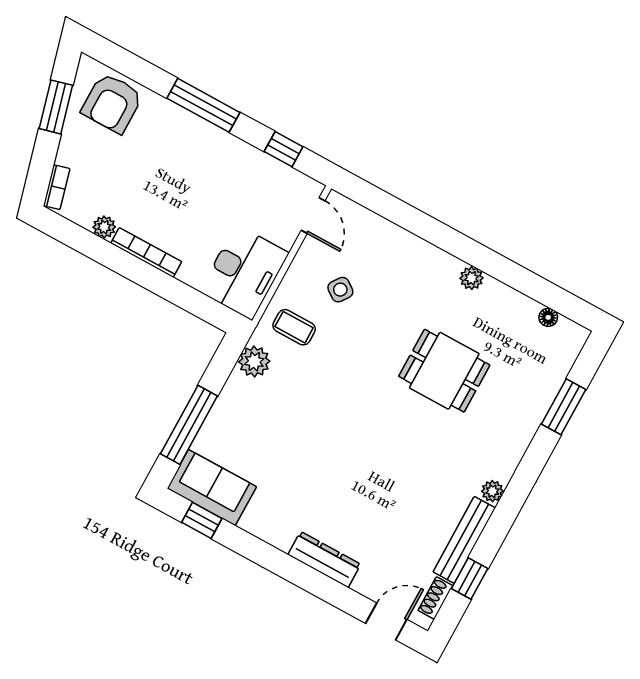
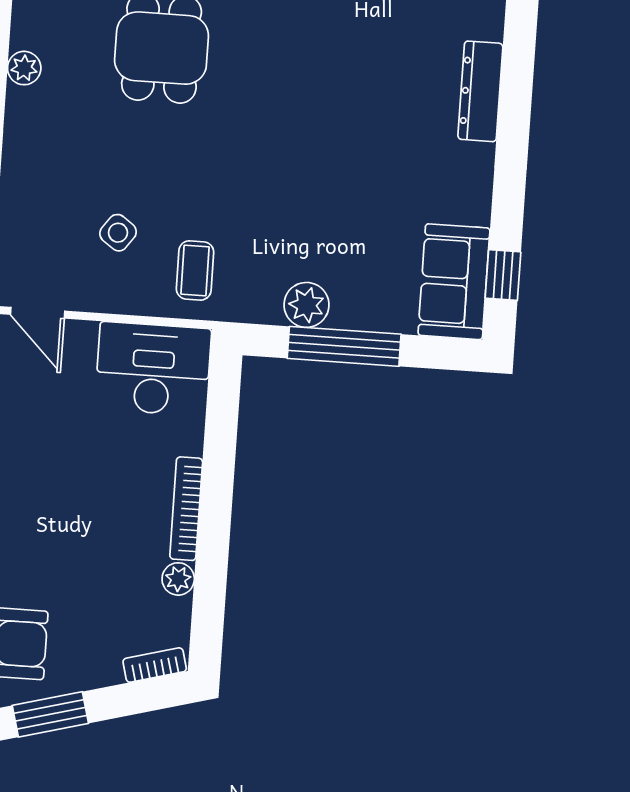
door: (313, 216) -> (38, 313), swing flipped
plant: (254, 362) -> (306, 305), moved
window: (189, 425) -> (344, 346), moved

